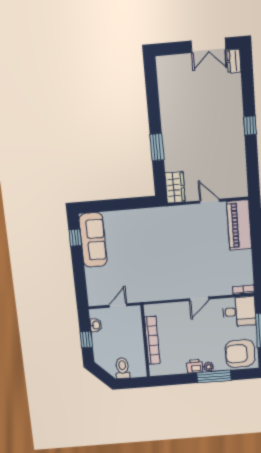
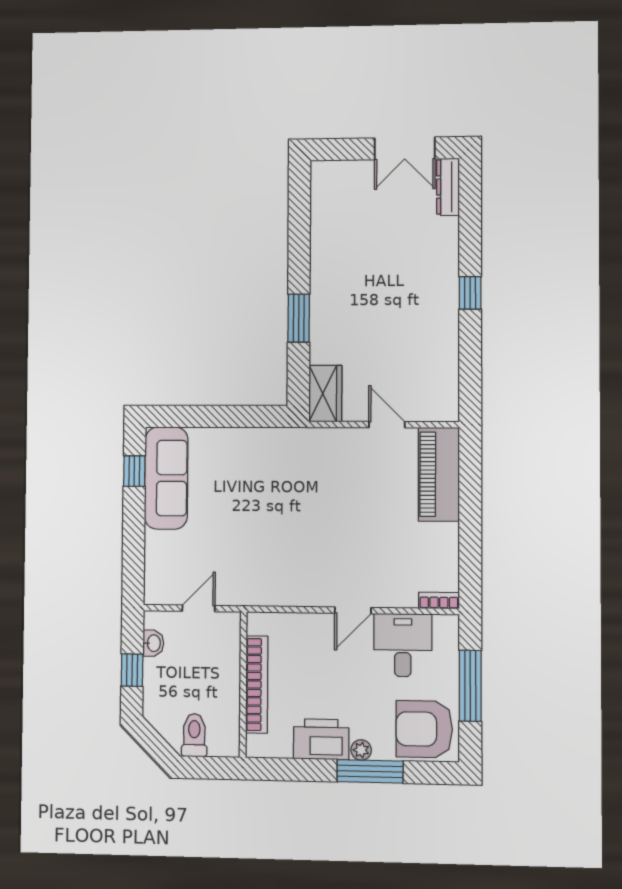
dresser: (234, 61) -> (448, 187), width x1.44
desk: (239, 312) -> (403, 645), moved, turned -90
printer: (195, 366) -> (321, 739), width x1.87, depth x1.48

